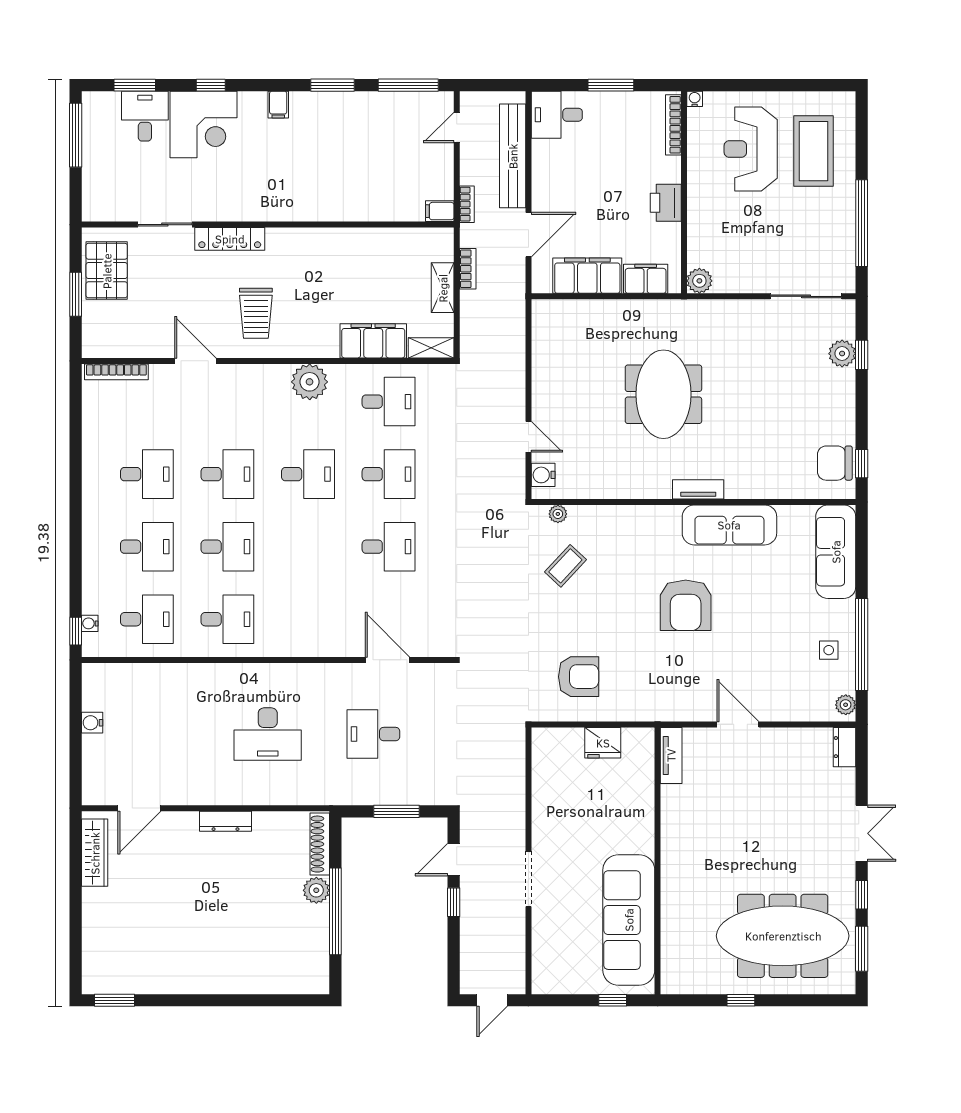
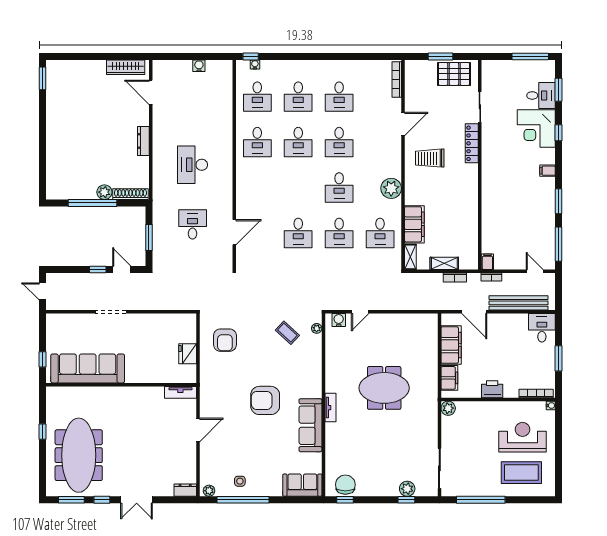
sofa: (836, 552) -> (302, 485), width x0.73

